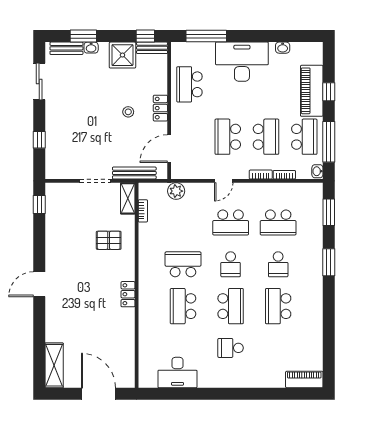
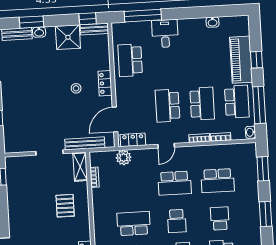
desk: (242, 62) -> (165, 34), width x0.53, depth x0.77
locker: (187, 172) -> (133, 140), added
pallet: (109, 240) -> (65, 206), turned 90
school desk: (278, 264) -> (220, 219), turned 180

